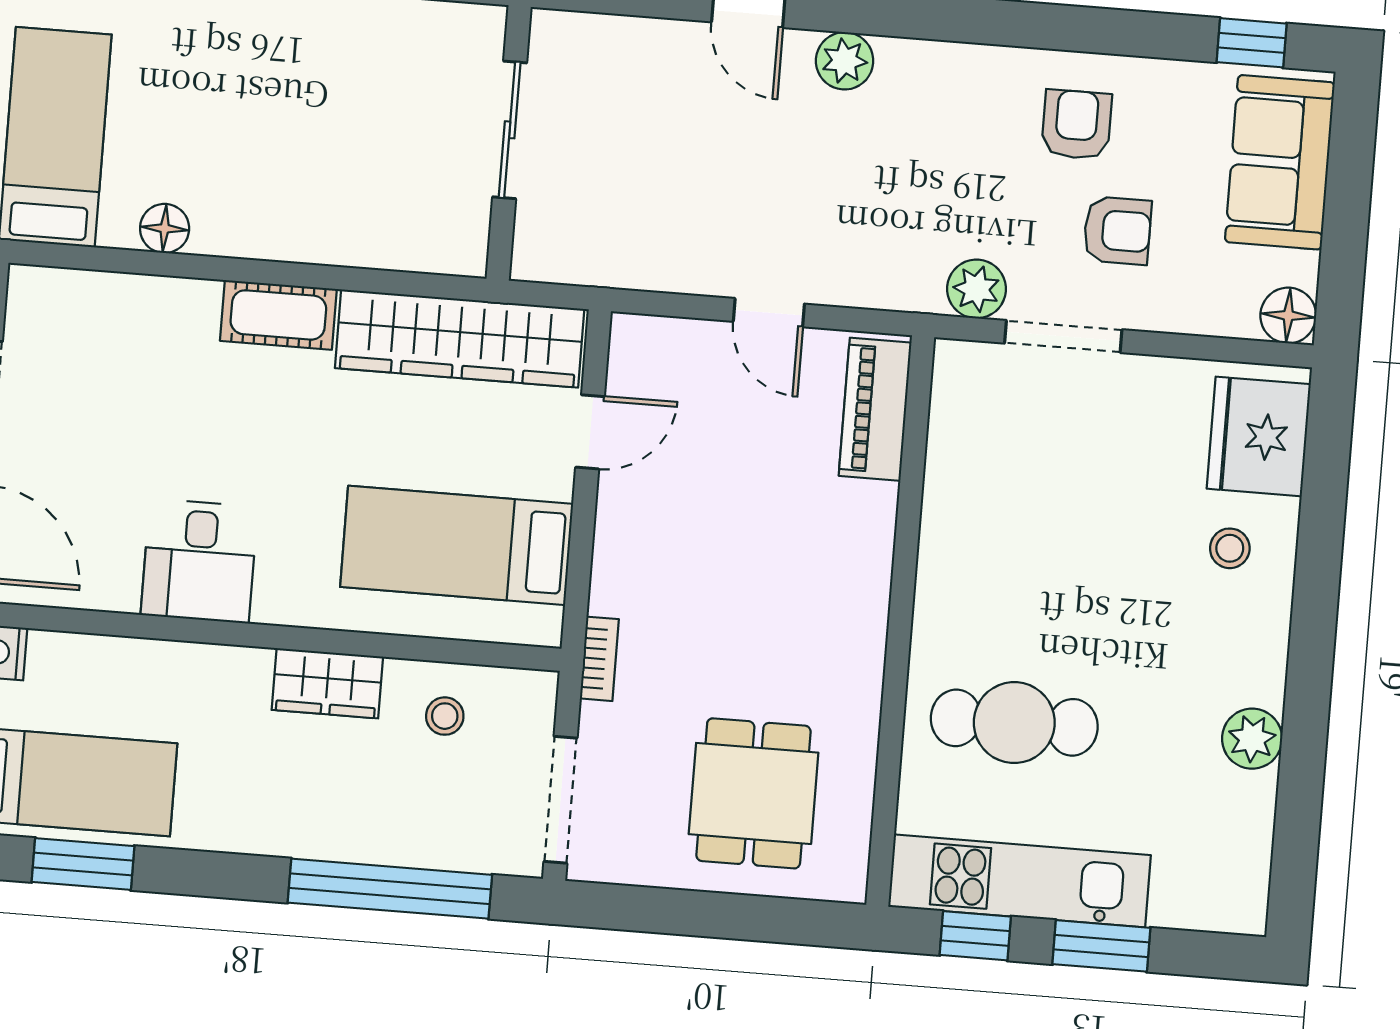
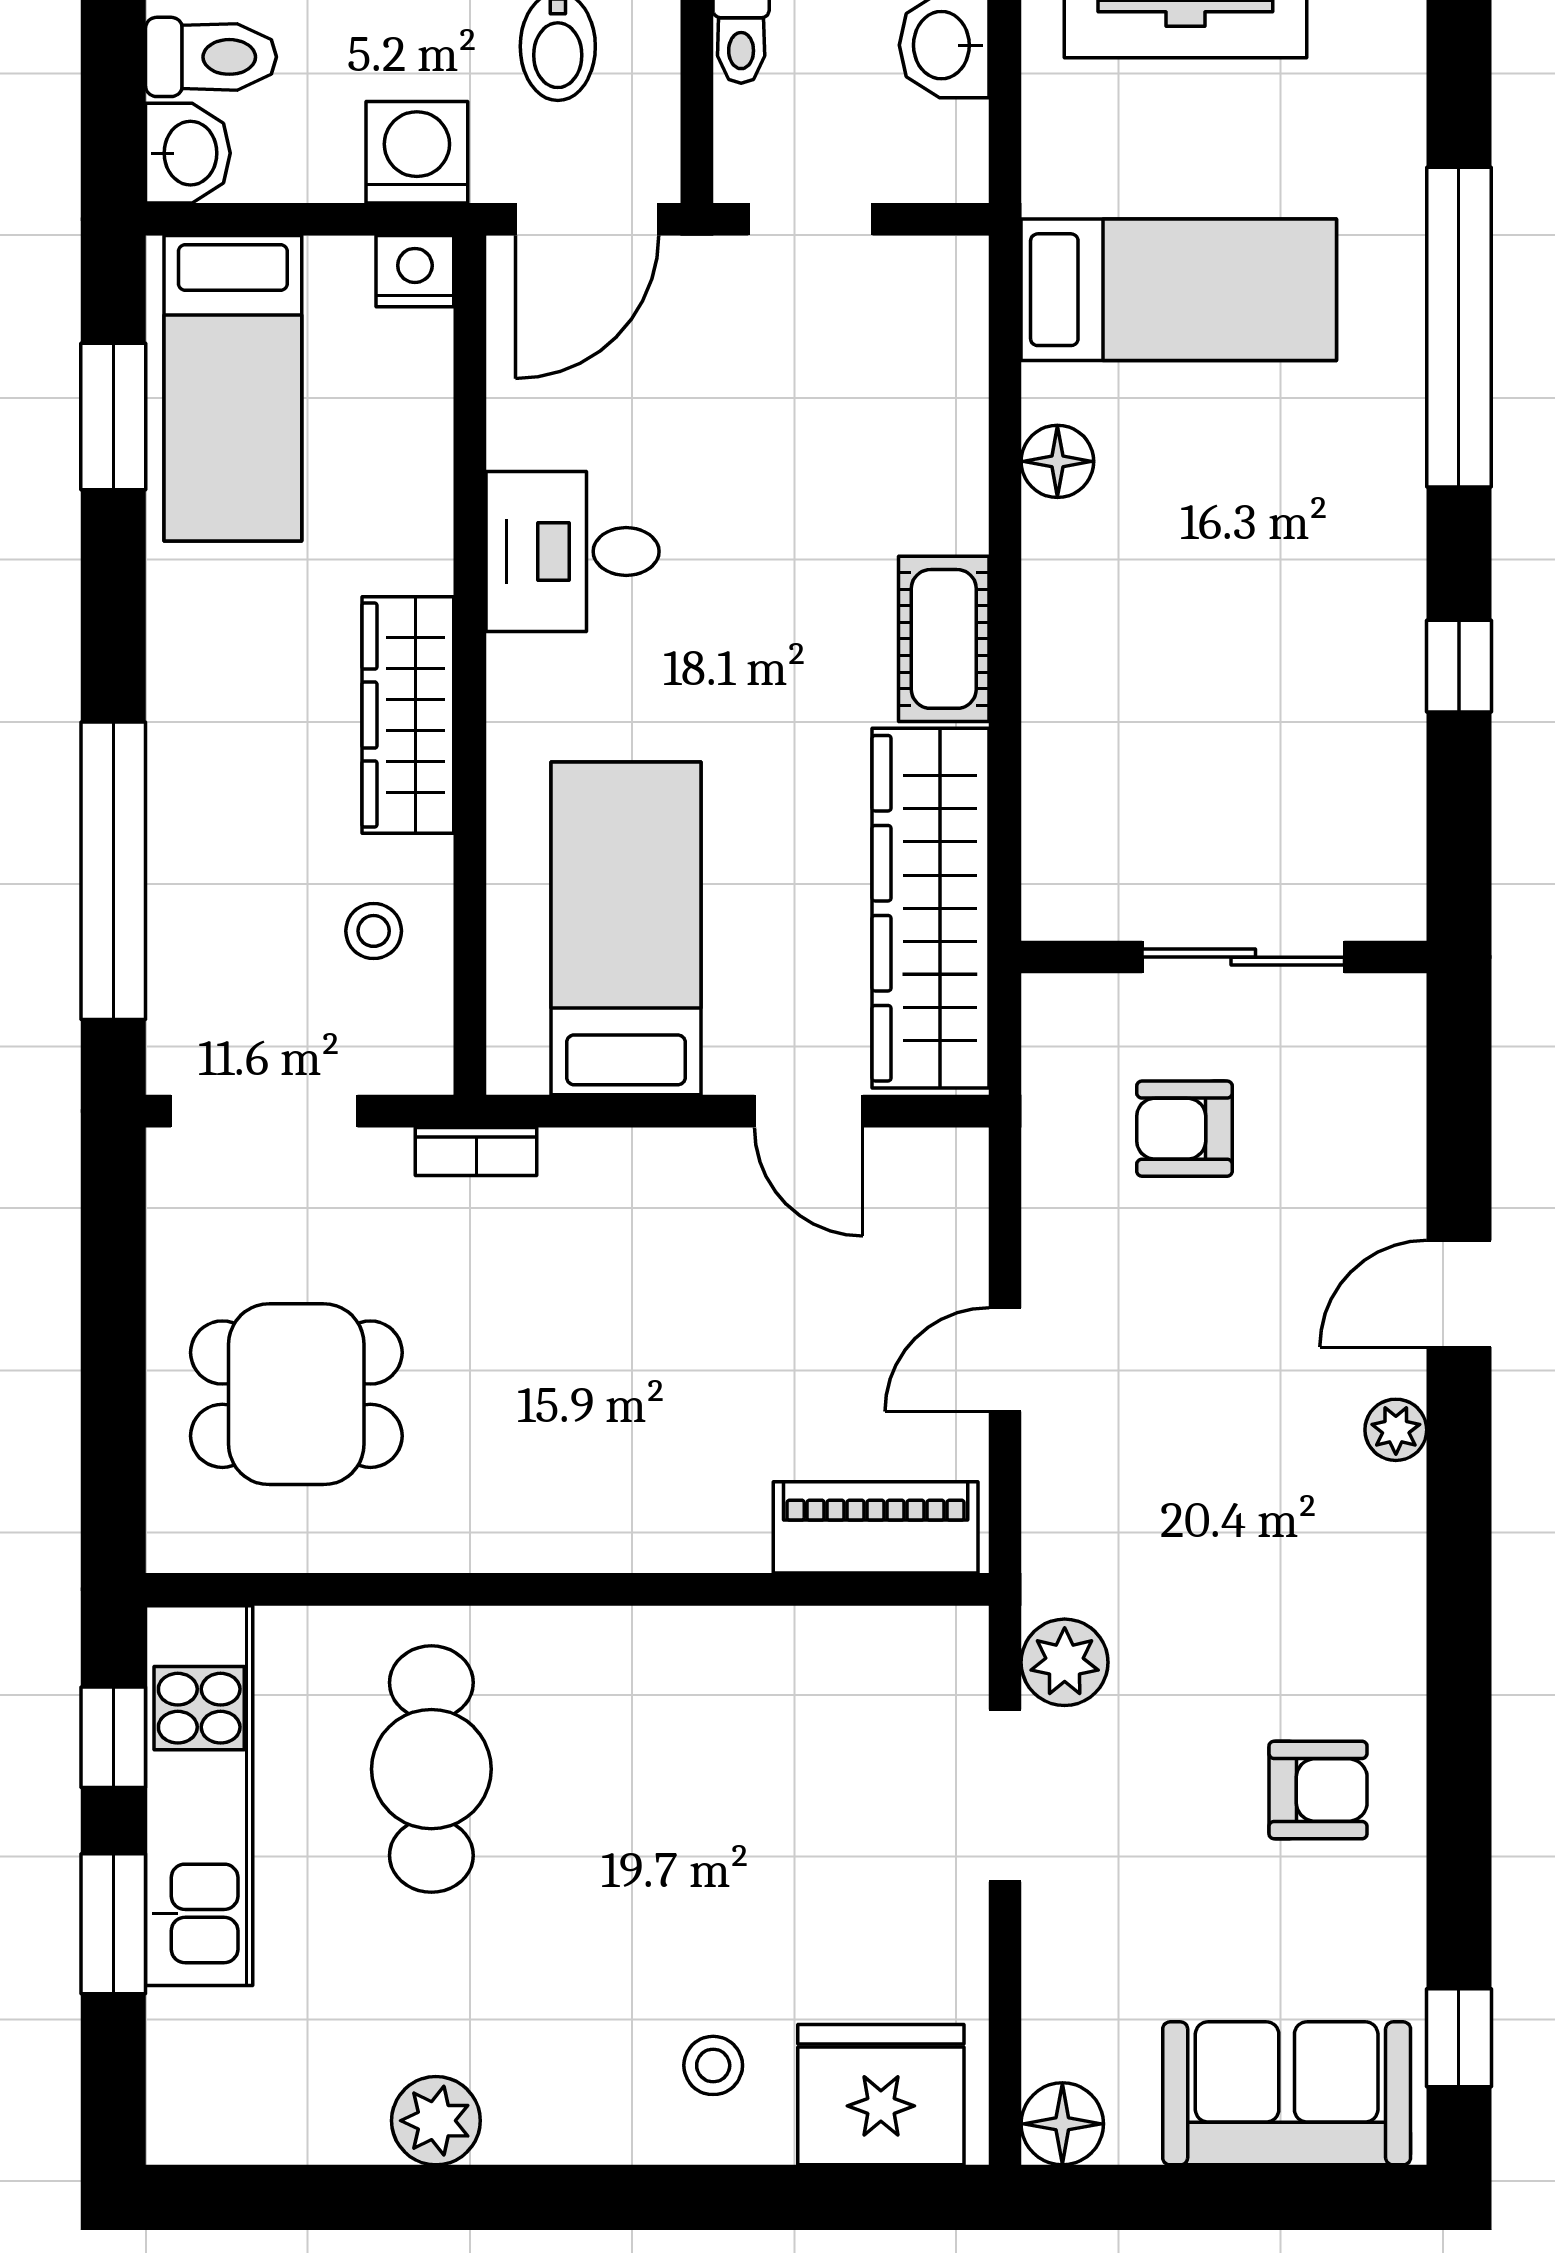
plant: (845, 61) -> (1396, 1430), width x0.73, depth x0.73
armchair: (1117, 231) -> (1185, 1129), moved, turned 90
wardrobe: (327, 683) -> (408, 715), width x1.50

